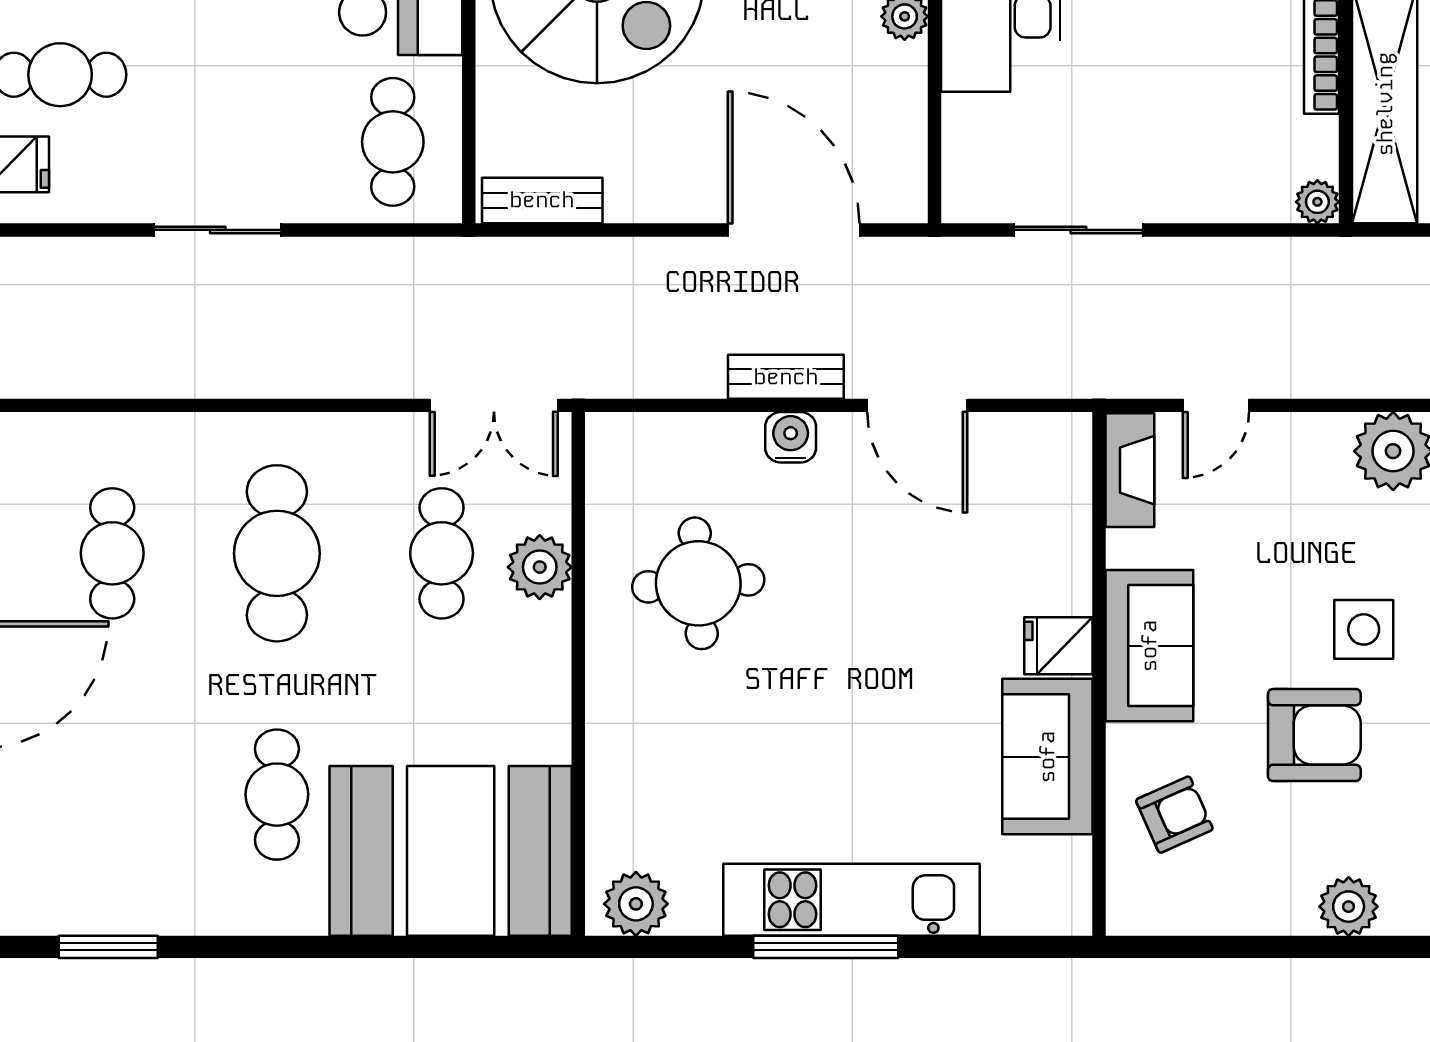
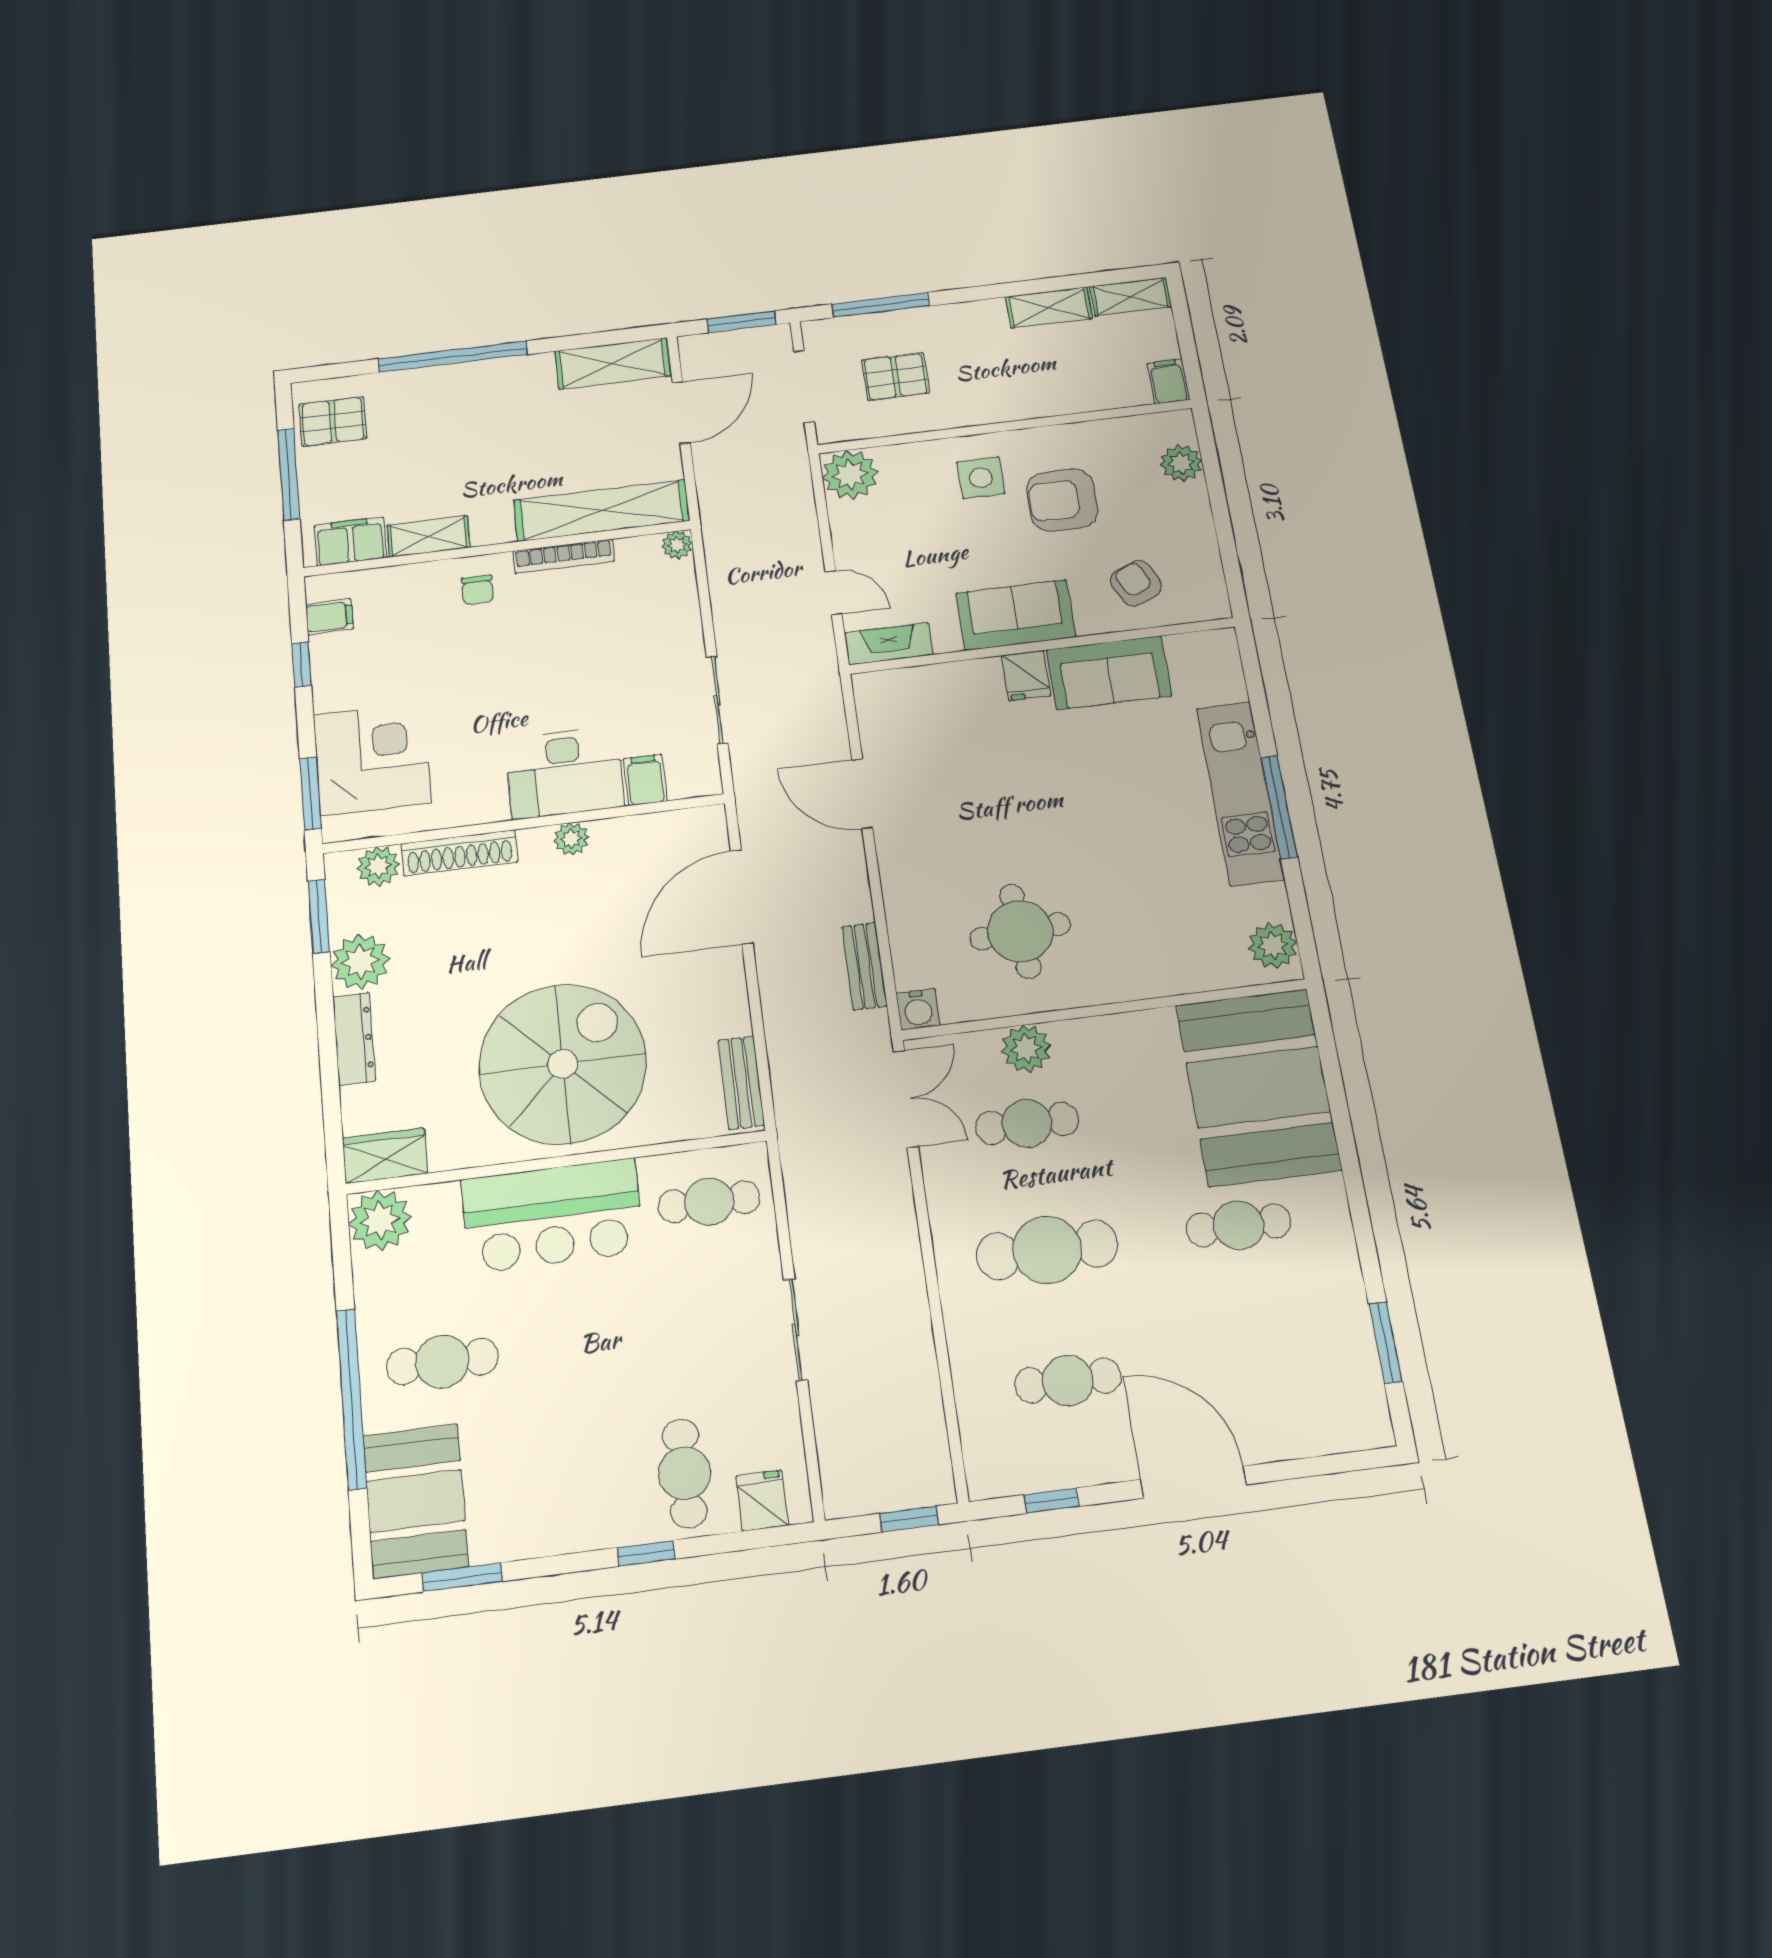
filing cabinet: (976, 122) -> (645, 780), added
bench: (786, 377) -> (865, 966), moved
door: (917, 405) -> (862, 794), swing flipped
water cooler: (791, 437) -> (918, 1009), moved, turned -90
armchair: (1314, 735) -> (1062, 500), turned -90

